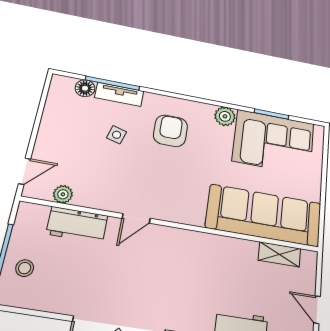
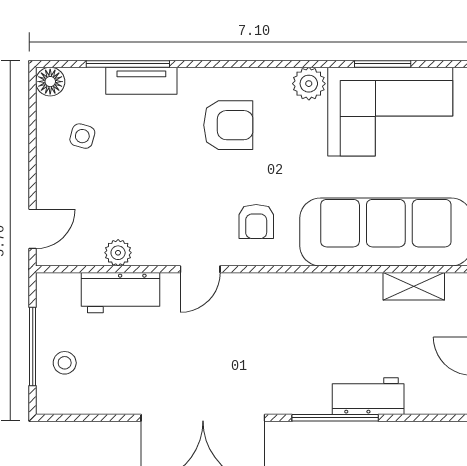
floor lamp: (85, 88) -> (50, 82), moved
armchair: (170, 131) -> (228, 125), turned 90
side table: (117, 135) -> (82, 136), moved
plant: (63, 194) -> (118, 253), moved
armchair: (179, 194) -> (256, 221), added

